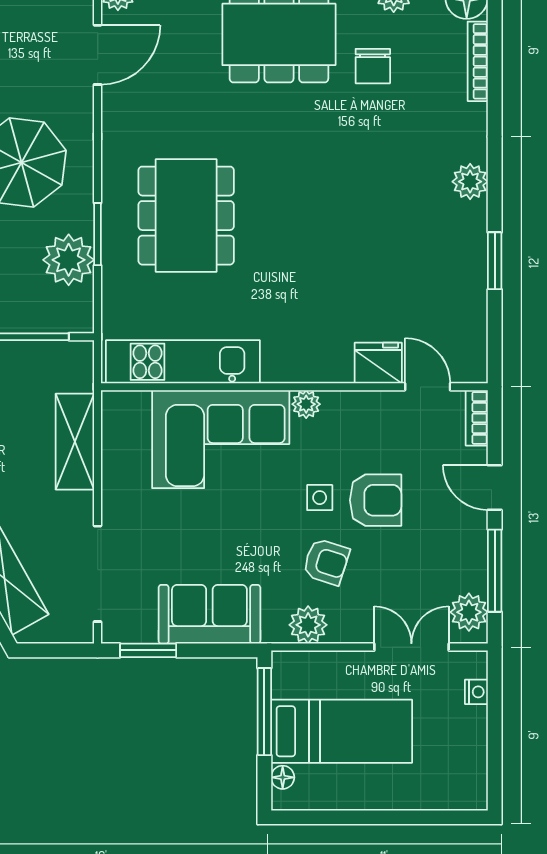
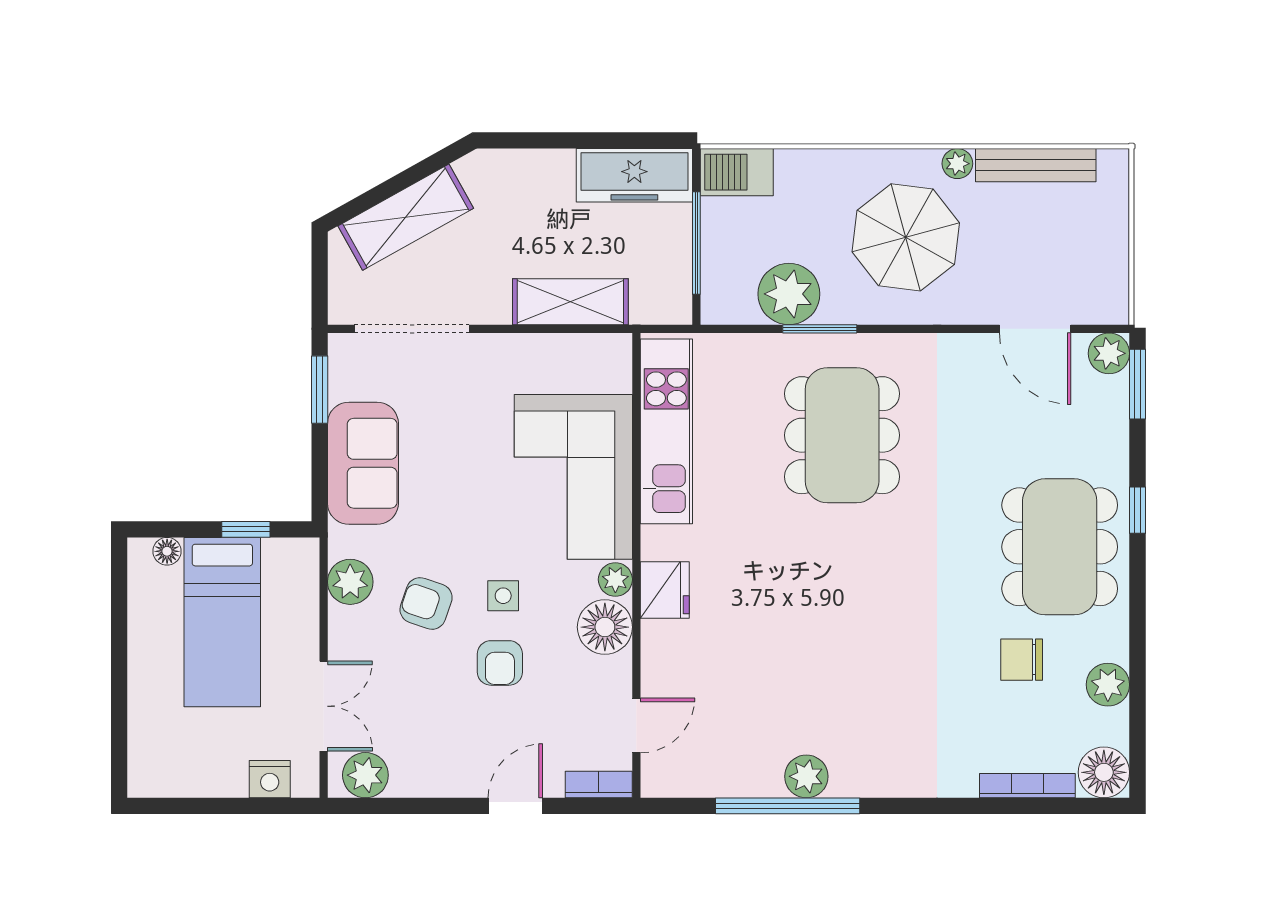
plant: (470, 182) -> (806, 776), moved
dining table: (186, 216) -> (842, 435), turned 90
window: (495, 261) -> (788, 806), width x2.11
fridge: (378, 363) -> (665, 590), moved
floor lamp: (346, 413) -> (605, 627), added
armchair: (376, 500) -> (500, 663), width x0.72, depth x0.72
armchair: (326, 562) -> (426, 603), turned 91
window: (495, 571) -> (415, 806), removed
nightstand: (476, 692) -> (270, 779), width x1.39, depth x1.35
window: (264, 712) -> (246, 529), width x0.46

